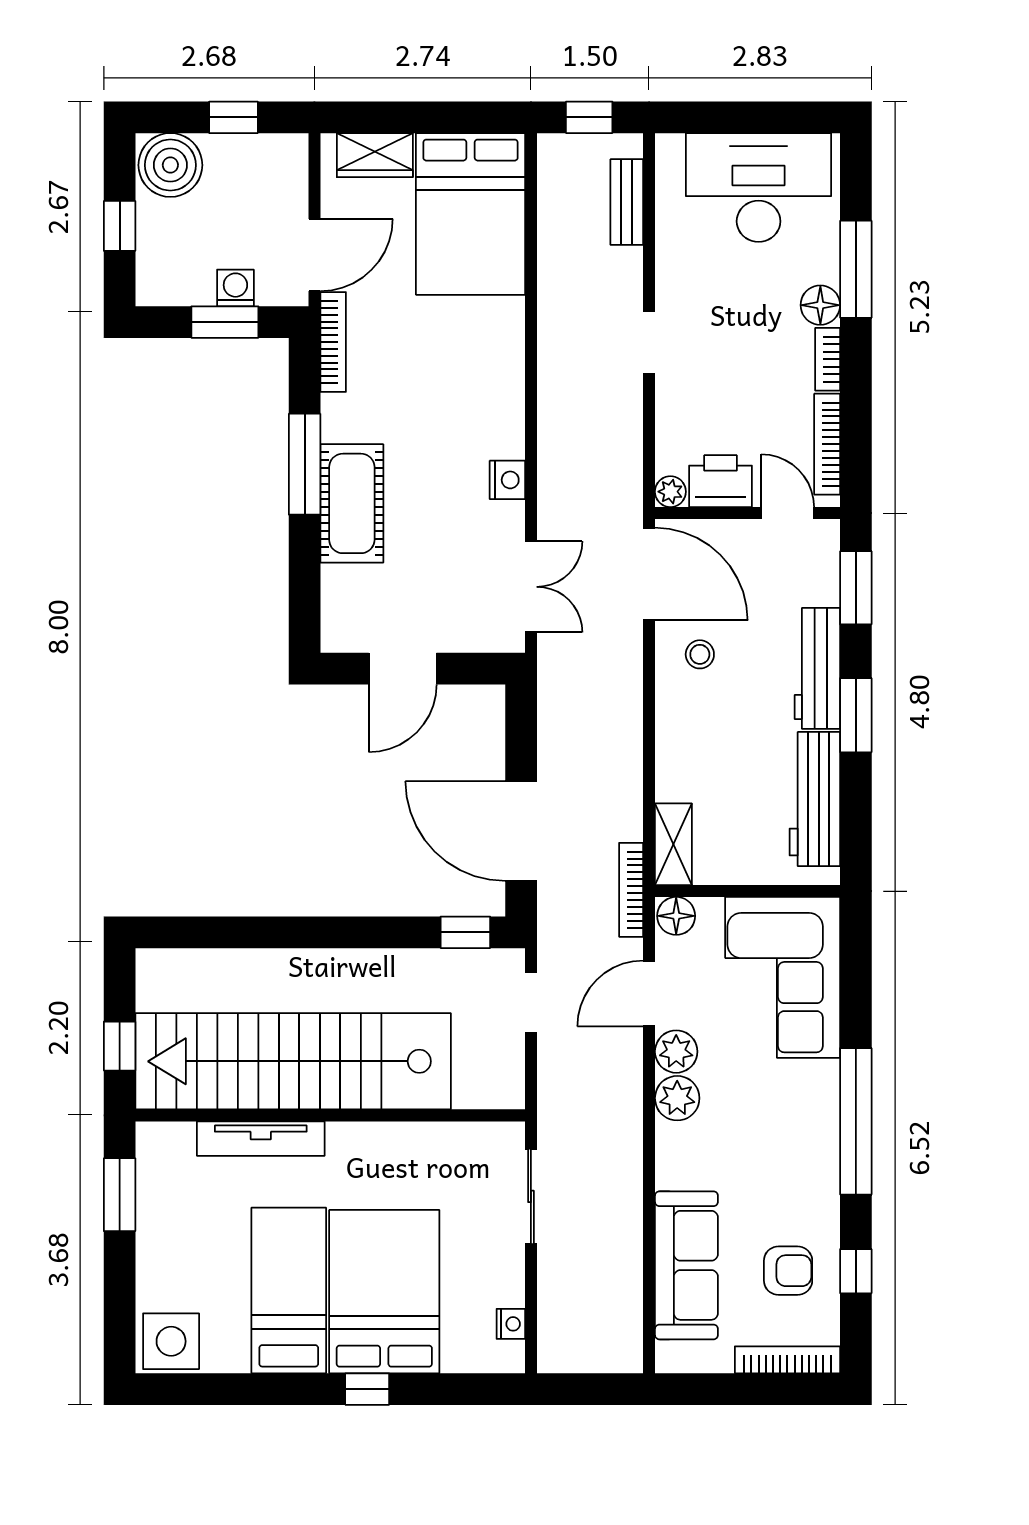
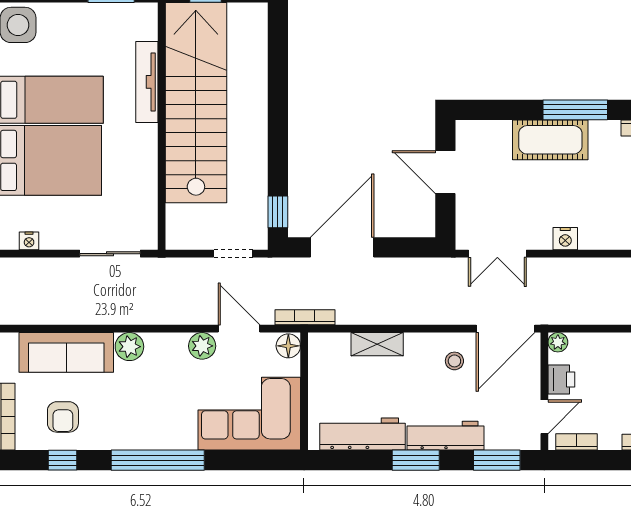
bookcase: (827, 444) -> (577, 442), width x0.64
printer: (721, 481) -> (561, 379), width x0.73, depth x0.81
shelving: (673, 844) -> (377, 344), moved
plant: (677, 1098) -> (129, 347), moved

